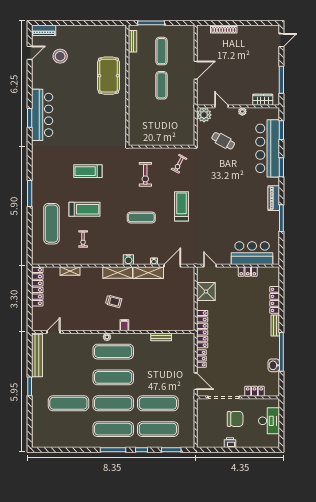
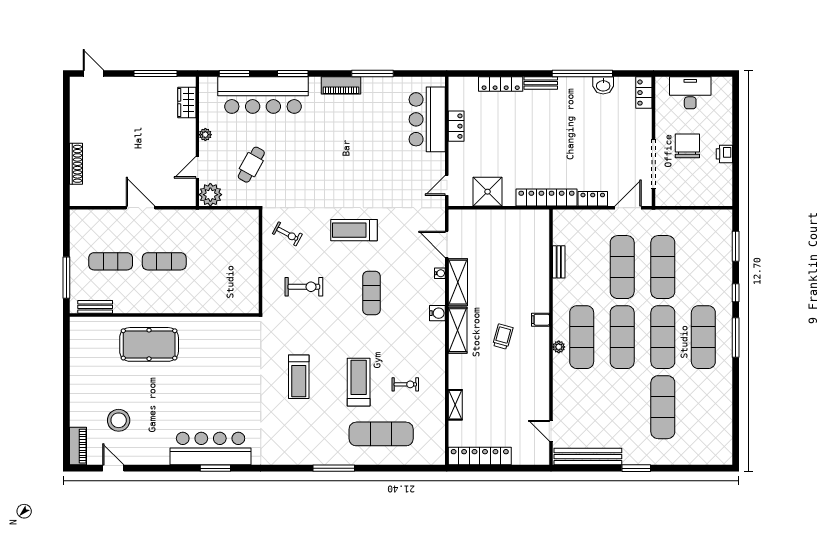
locker: (254, 391) -> (644, 93), moved
exercise mat: (158, 429) -> (622, 267), moved

